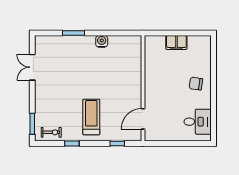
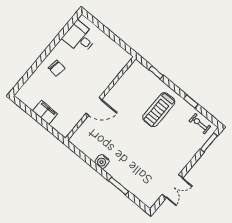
door: (143, 119) -> (94, 106), moved

